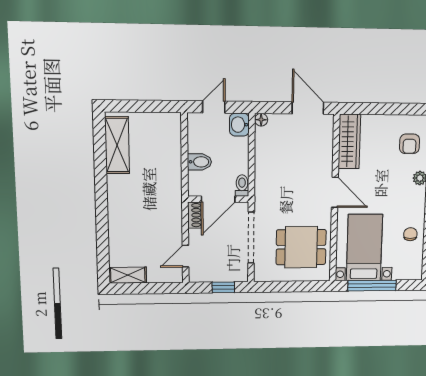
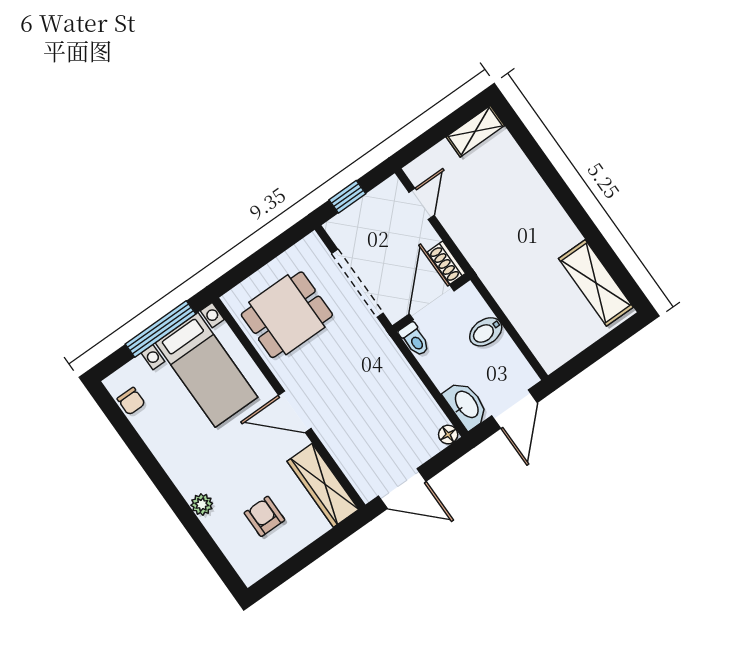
door: (214, 107) -> (515, 409), width x1.38
washbasin: (239, 125) -> (466, 405), width x1.38
armchair: (410, 144) -> (264, 516), moved
chair: (410, 234) -> (131, 401), moved

